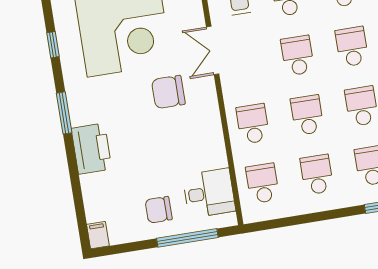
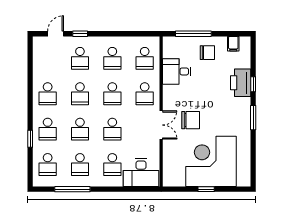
window: (53, 45) -> (253, 84), moved
double door: (213, 50) -> (161, 125), moved
printer: (91, 149) -> (241, 83), moved
desk: (209, 193) -> (177, 71), moved
filing cabinet: (98, 235) -> (233, 44), moved

